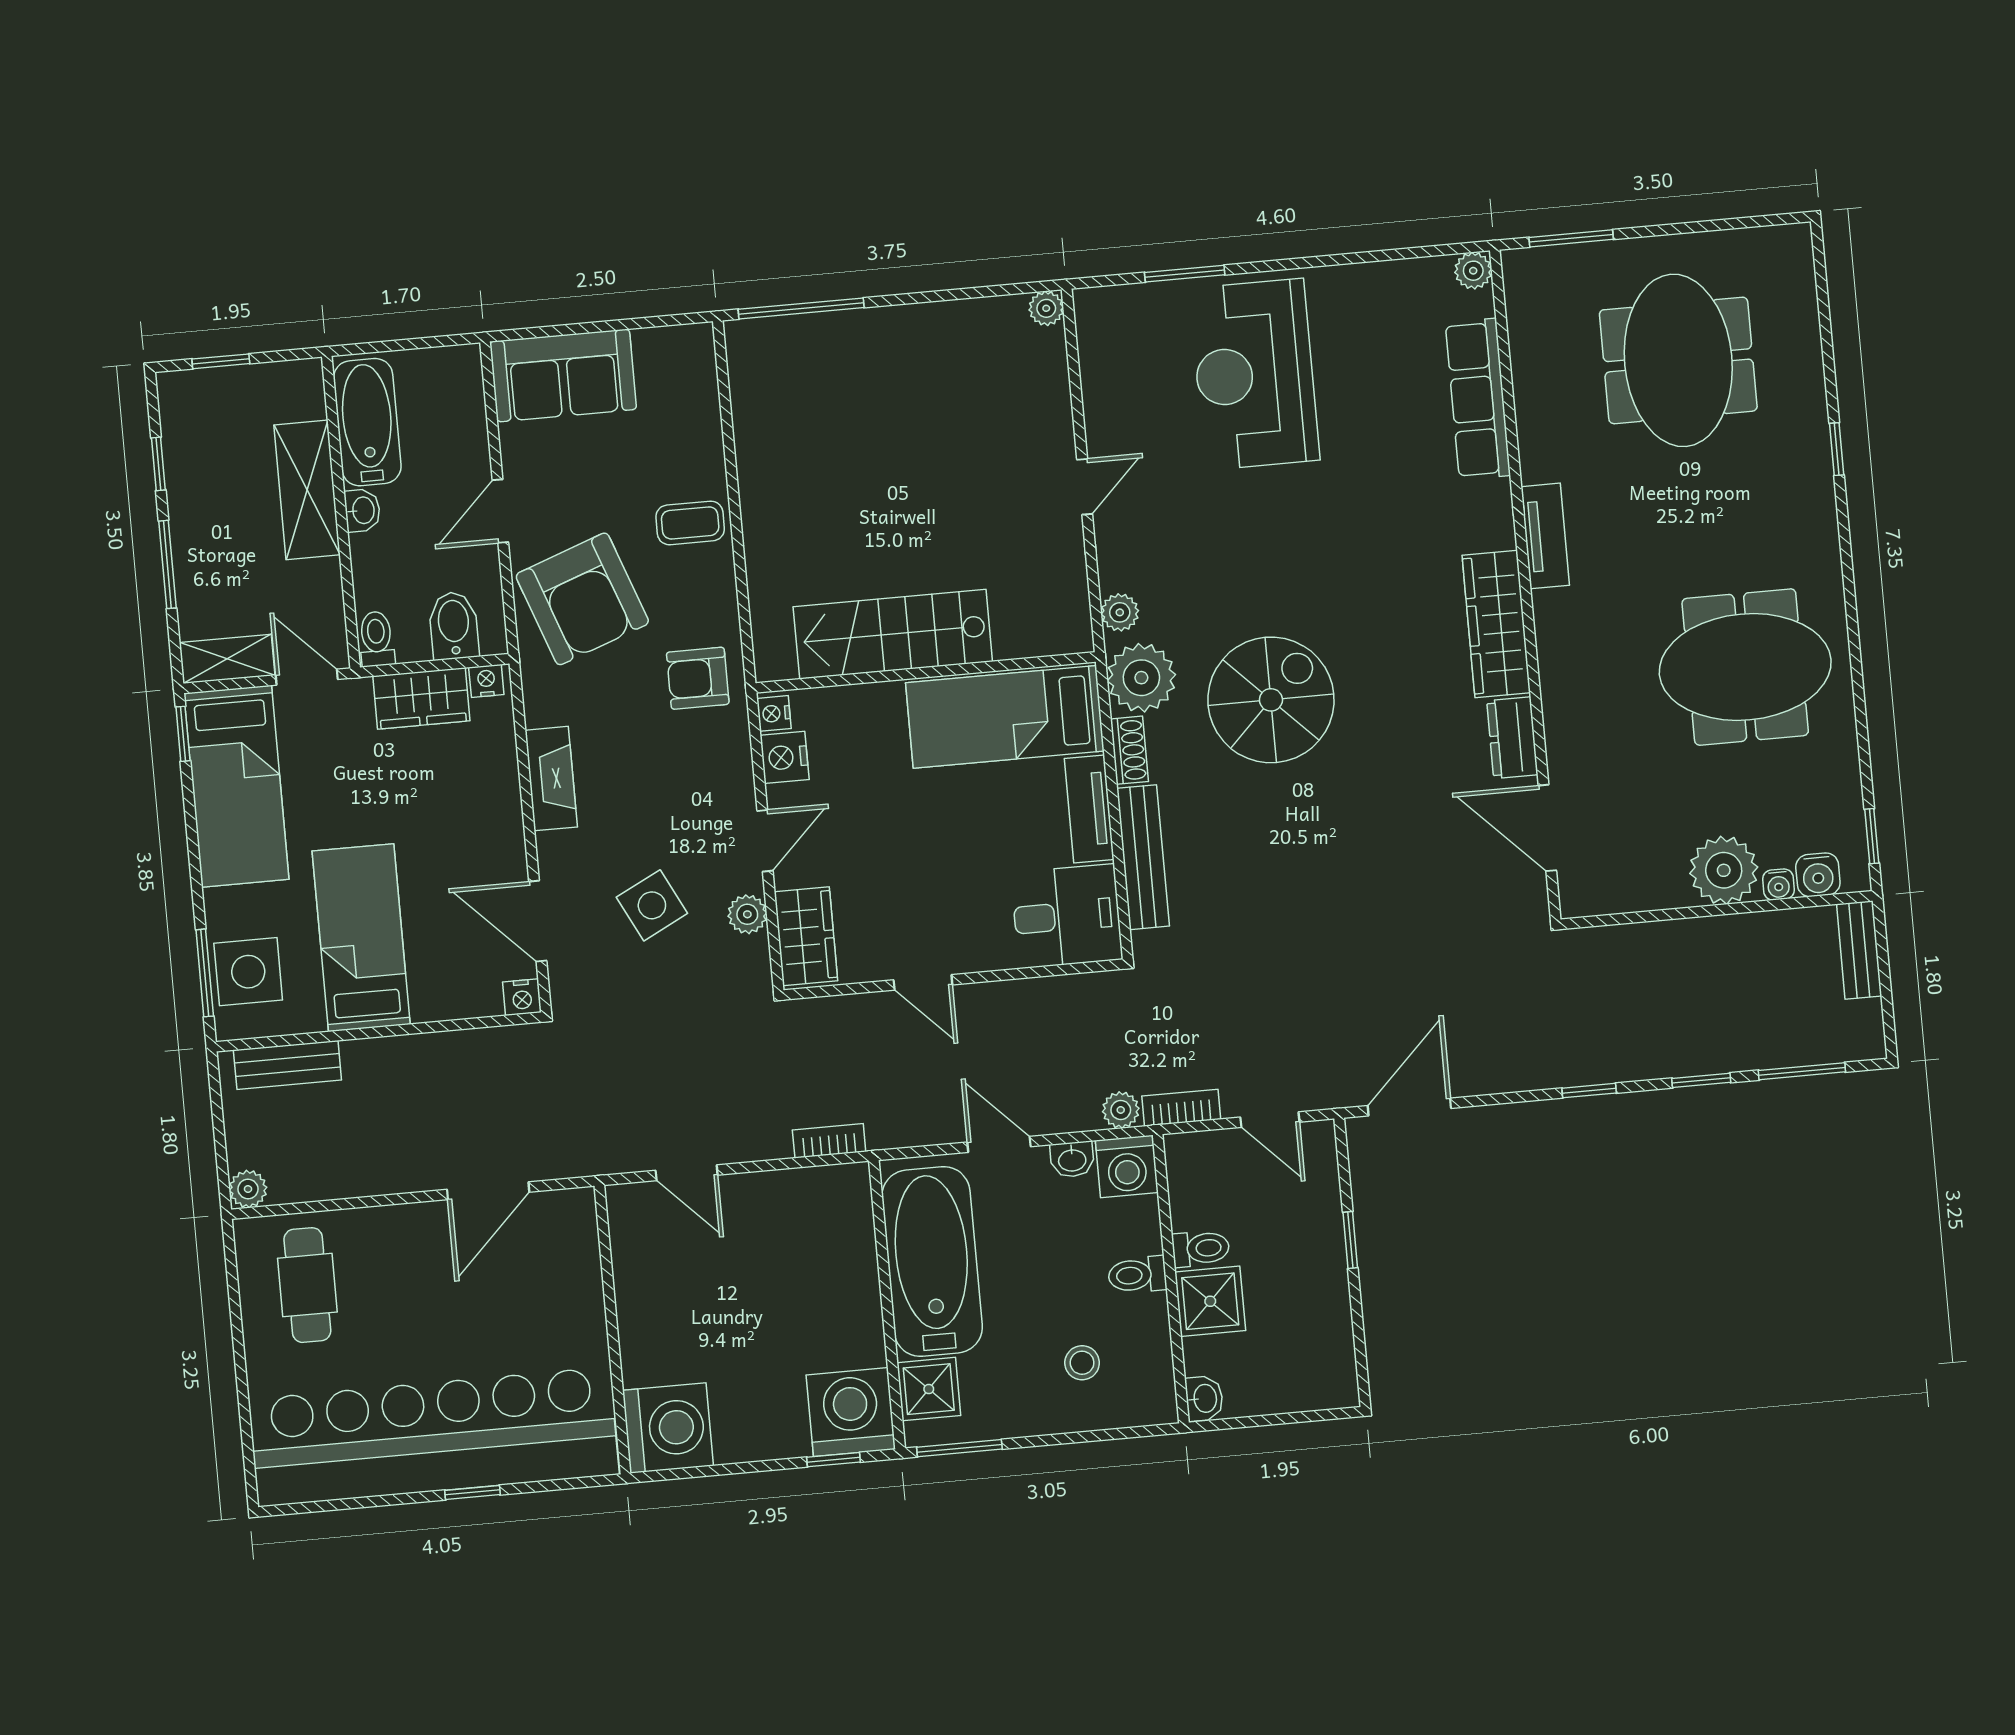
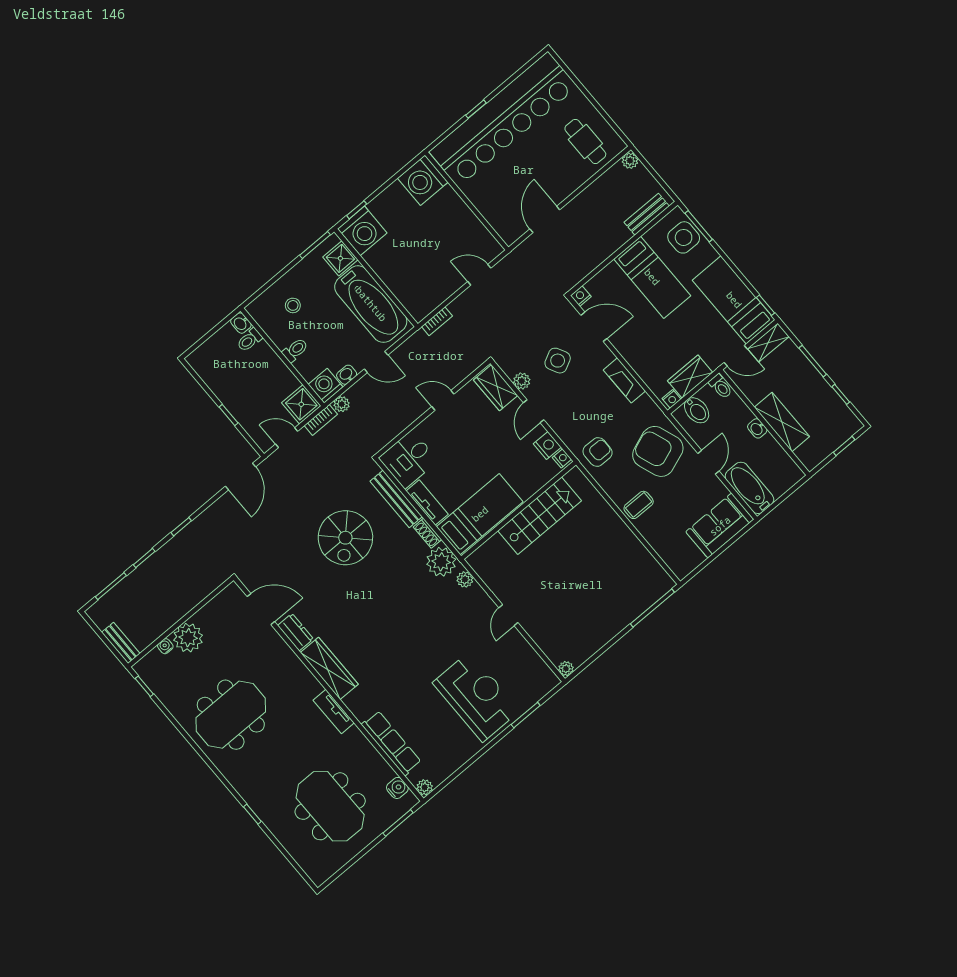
bathtub: (367, 422) -> (749, 488), moved, turned 180
spiral stairs: (1271, 700) -> (345, 538), moved
water cooler: (1818, 875) -> (397, 788), moved, turned 90
toilet: (1201, 1248) -> (250, 340), moved
shower: (1210, 1301) -> (301, 404), moved

